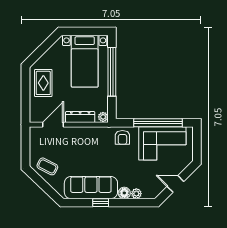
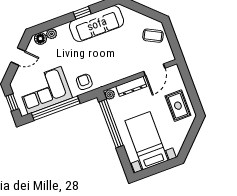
window: (112, 72) -> (111, 124), moved
window: (197, 143) -> (12, 103), added
coffee table: (47, 166) -> (153, 36), moved
floor lamp: (124, 193) -> (40, 39), moved

